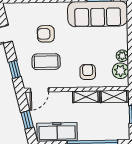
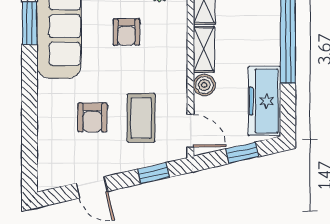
armchair: (88, 72) -> (126, 32), moved, turned -90
boiler: (66, 97) -> (204, 85), added

